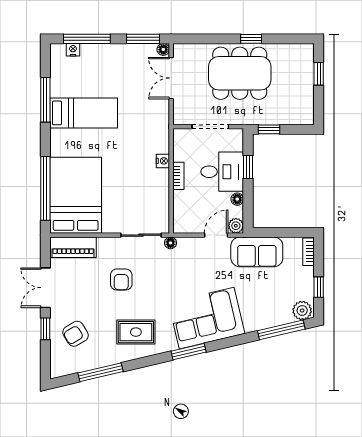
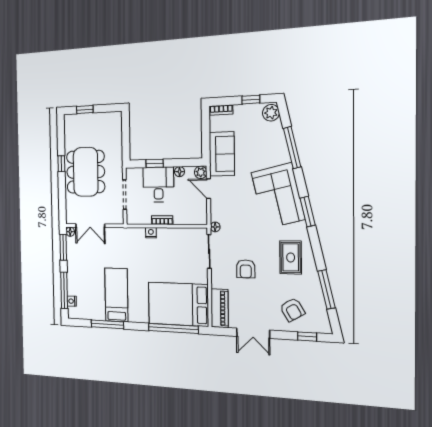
window: (269, 129) -> (126, 147), removed
armchair: (121, 280) -> (246, 269), turned 90
window: (45, 329) -> (307, 337), moved
window: (281, 330) -> (292, 147), moved

